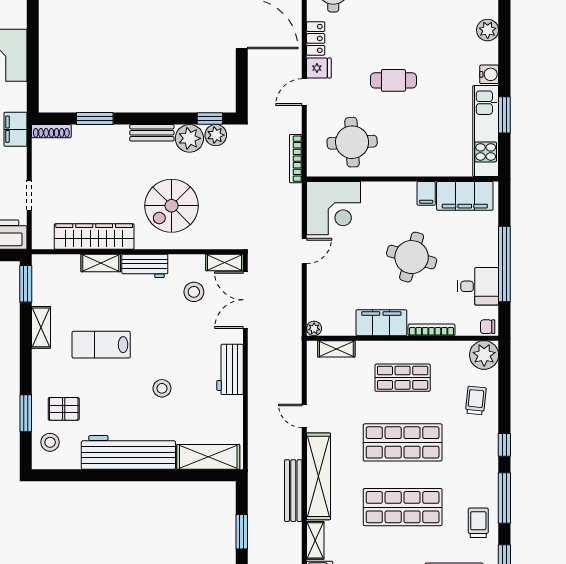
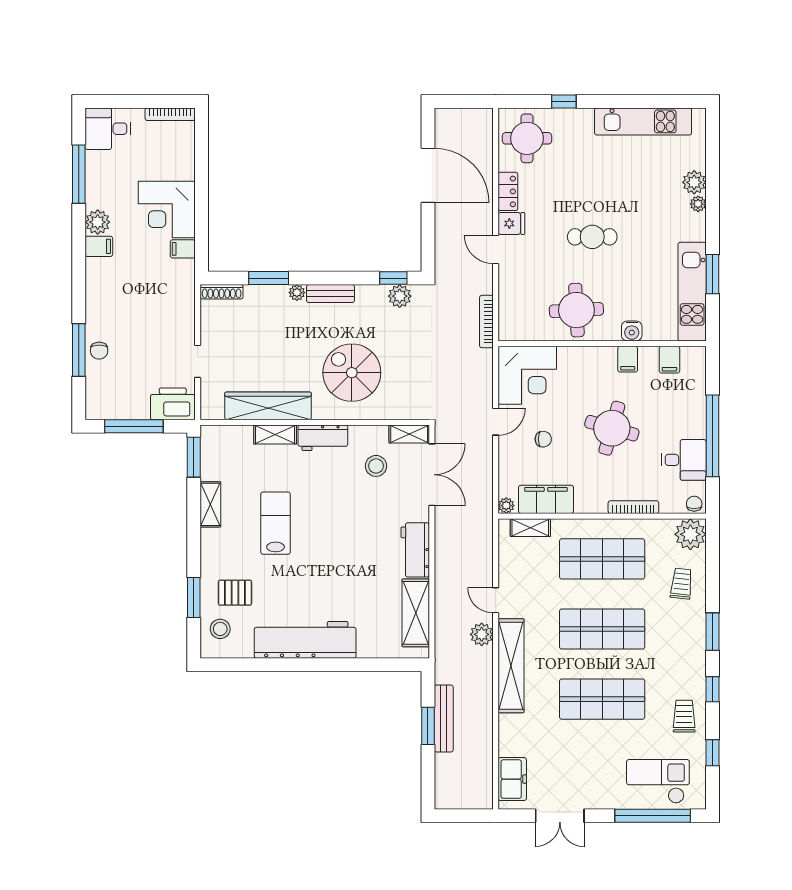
plant: (491, 50) -> (698, 204), added
water cooler: (489, 74) -> (632, 331), moved, turned 90
door: (304, 92) -> (496, 250), hinge flipped
filing cabinet: (15, 129) -> (183, 249), moved, width x0.50
plant: (189, 138) -> (297, 293), moved, width x0.53, depth x0.53
round table: (352, 142) -> (576, 310), moved
filing cabinet: (465, 196) -> (669, 360), width x0.33, depth x0.86
spiral stairs: (172, 206) -> (352, 373), turned 90
chair: (348, 267) -> (543, 439), added
double door: (245, 300) -> (432, 475), swing flipped
filing cabinet: (381, 323) -> (546, 499), moved
chair: (488, 327) -> (694, 504), turned 90
lab bench: (101, 345) -> (276, 523), turned 90
shop shelf: (403, 378) -> (602, 559), width x1.43, depth x1.36
stool: (162, 388) -> (341, 570), removed
window: (504, 445) -> (712, 632), width x1.50
plant: (291, 447) -> (482, 634), added
shelving: (208, 457) -> (416, 613), moved, turned 90
bench: (293, 491) -> (444, 719), moved
window: (504, 498) -> (712, 689), width x0.46
shelving: (315, 540) -> (508, 735), removed

